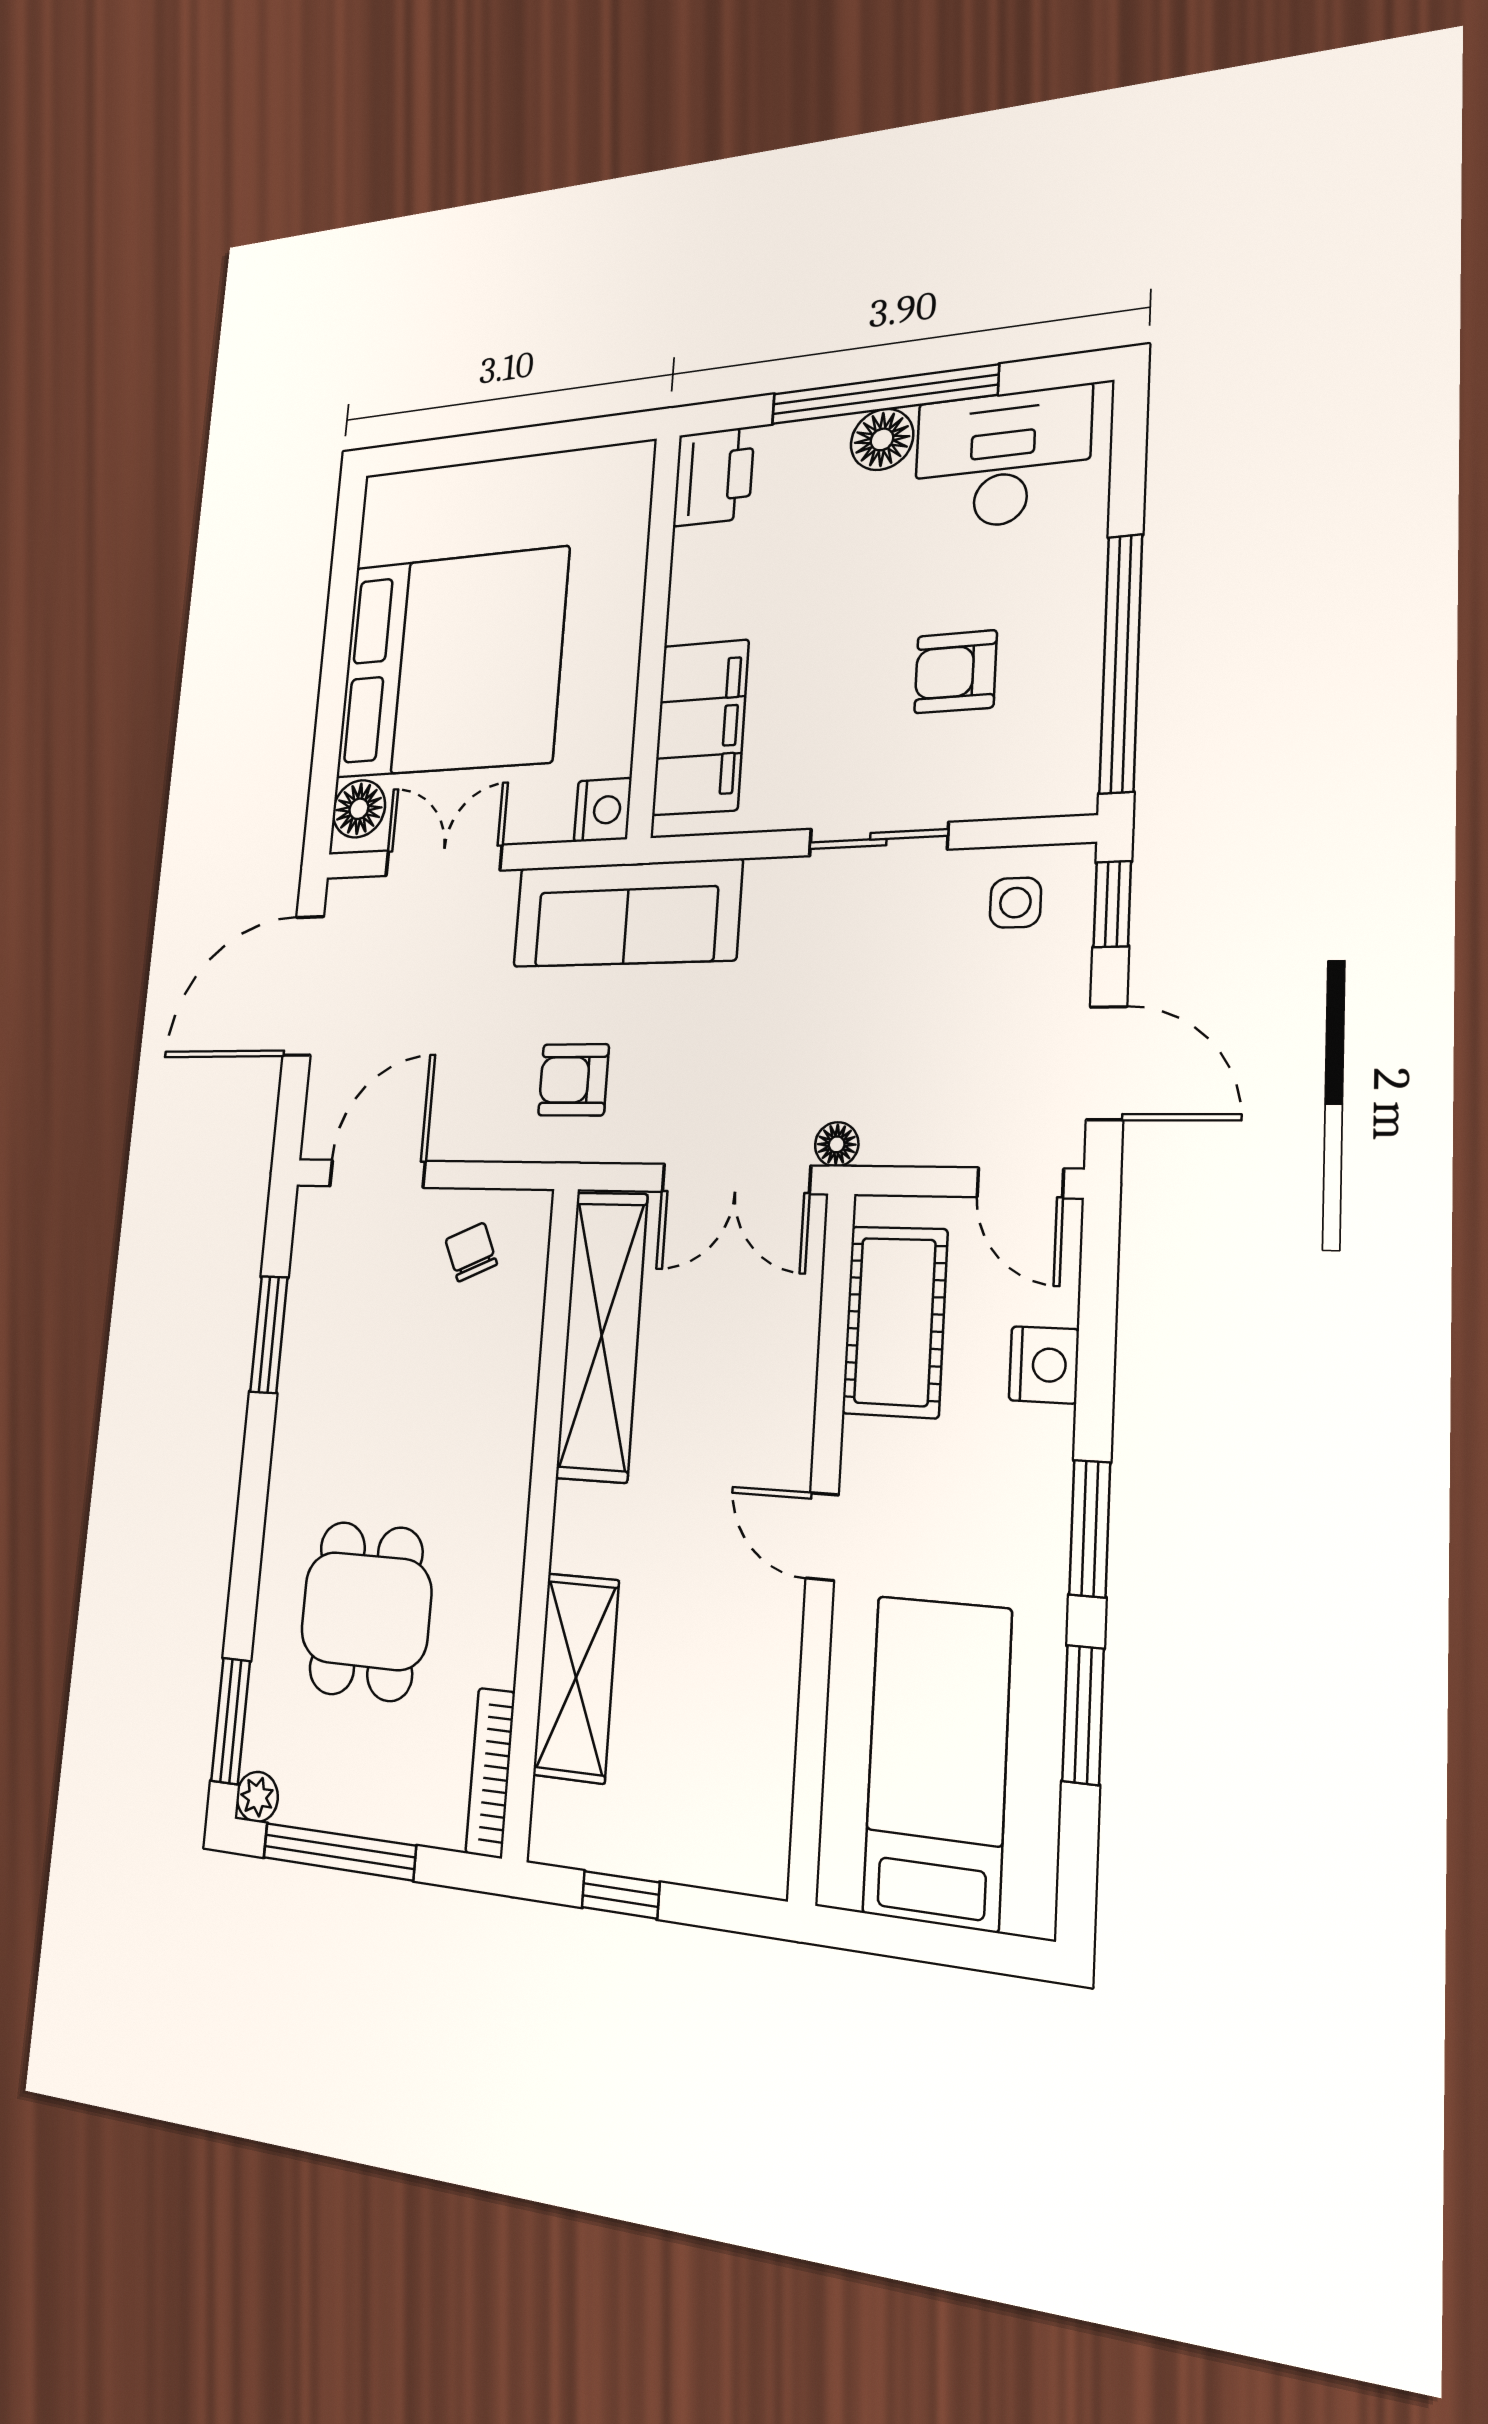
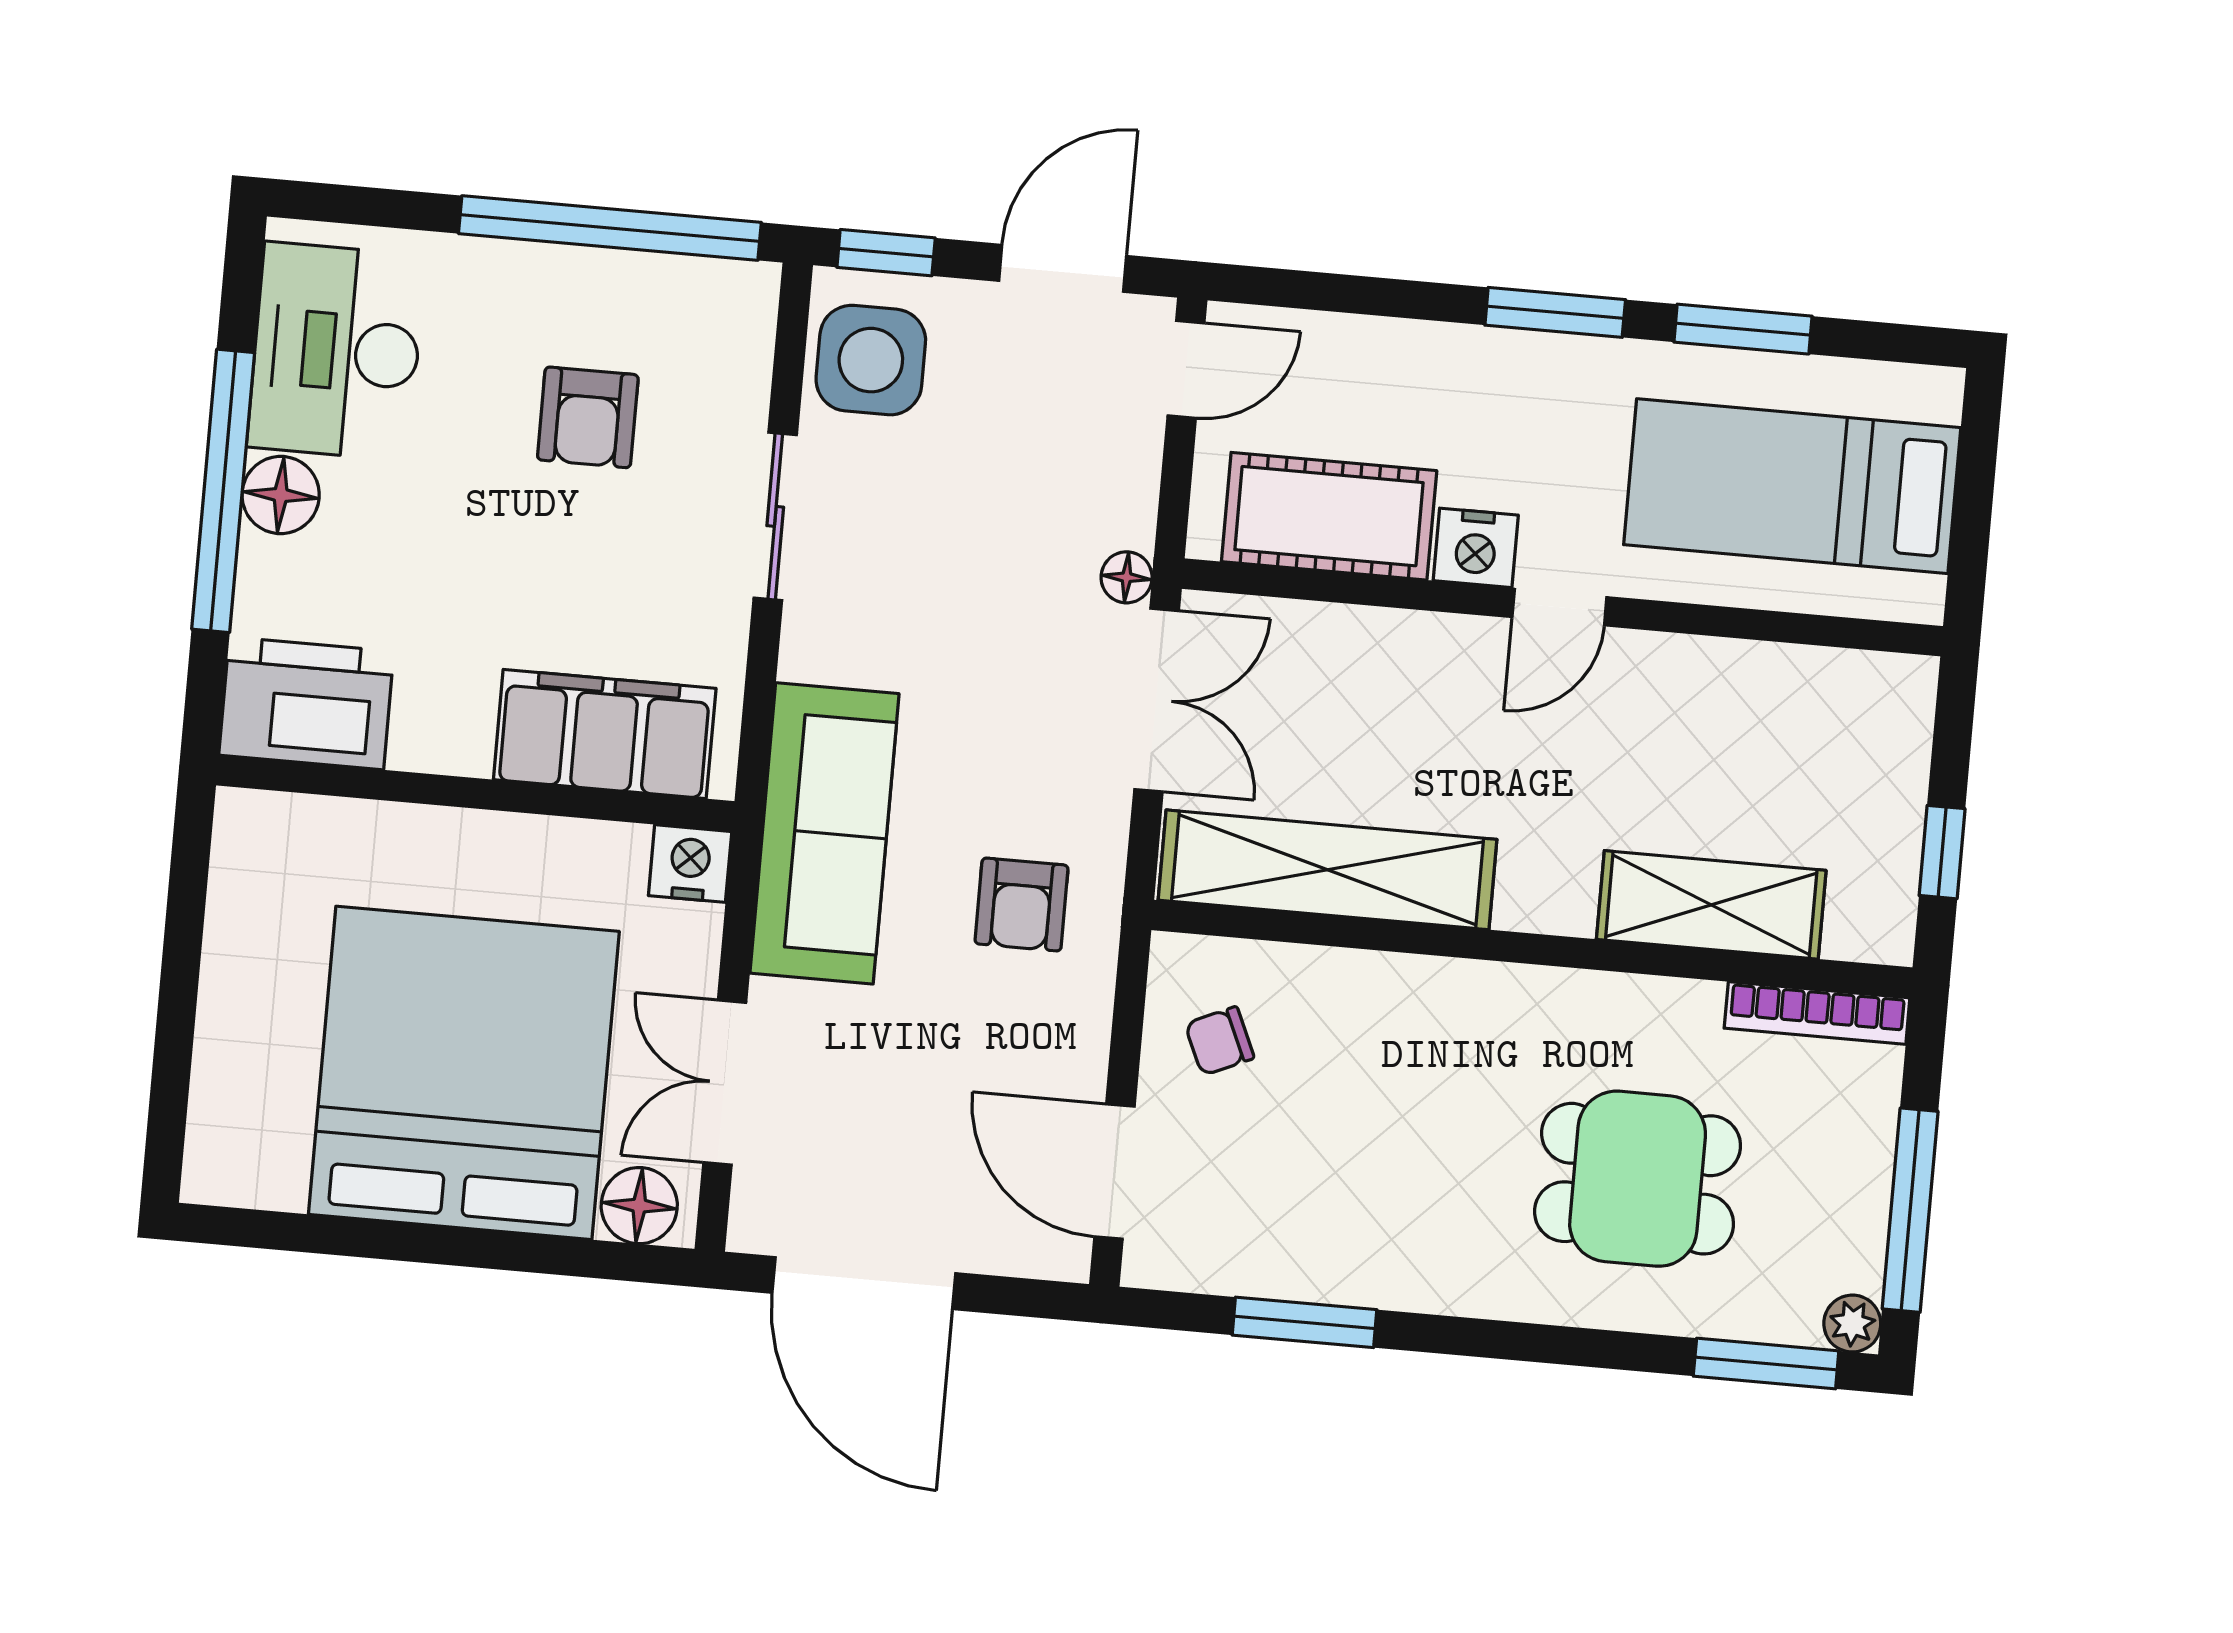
printer: (714, 477) -> (306, 703), width x1.37, depth x1.19
side table: (1015, 903) -> (871, 360), width x1.87, depth x1.87
nightstand: (1044, 1365) -> (1476, 548), moved, turned 180

